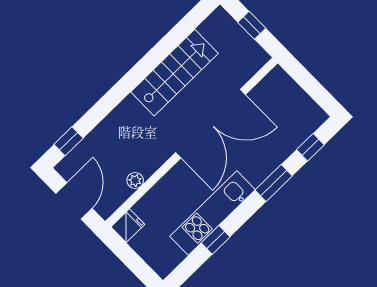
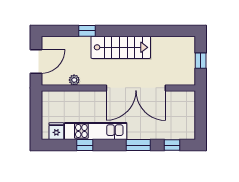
stairs: (174, 73) -> (121, 47), moved
window: (69, 141) -> (87, 31), moved
fridge: (128, 226) -> (56, 131), moved, turned -90

